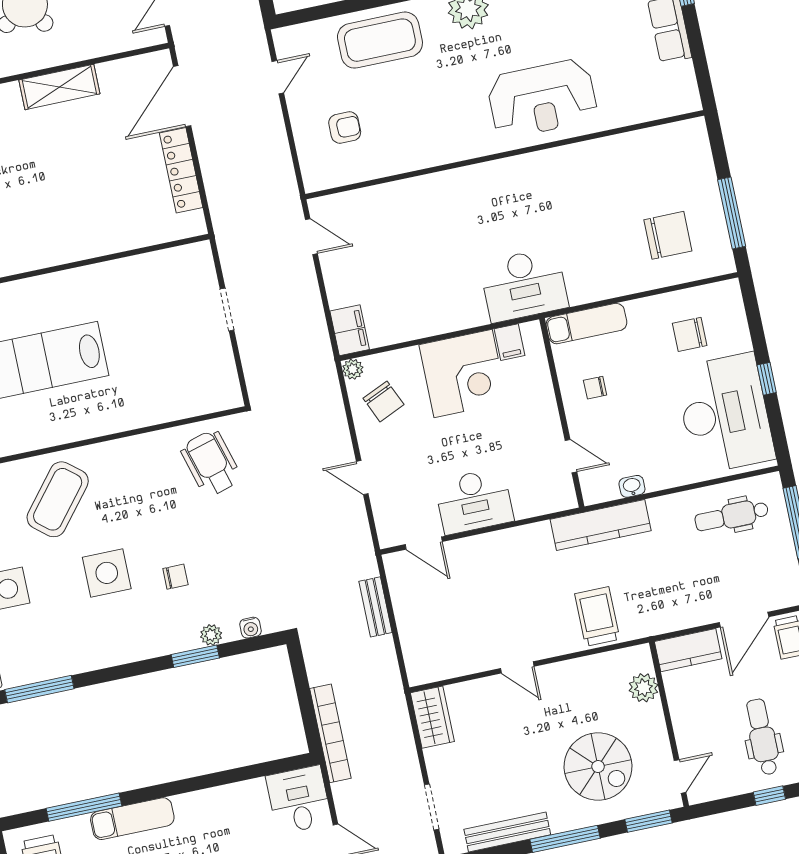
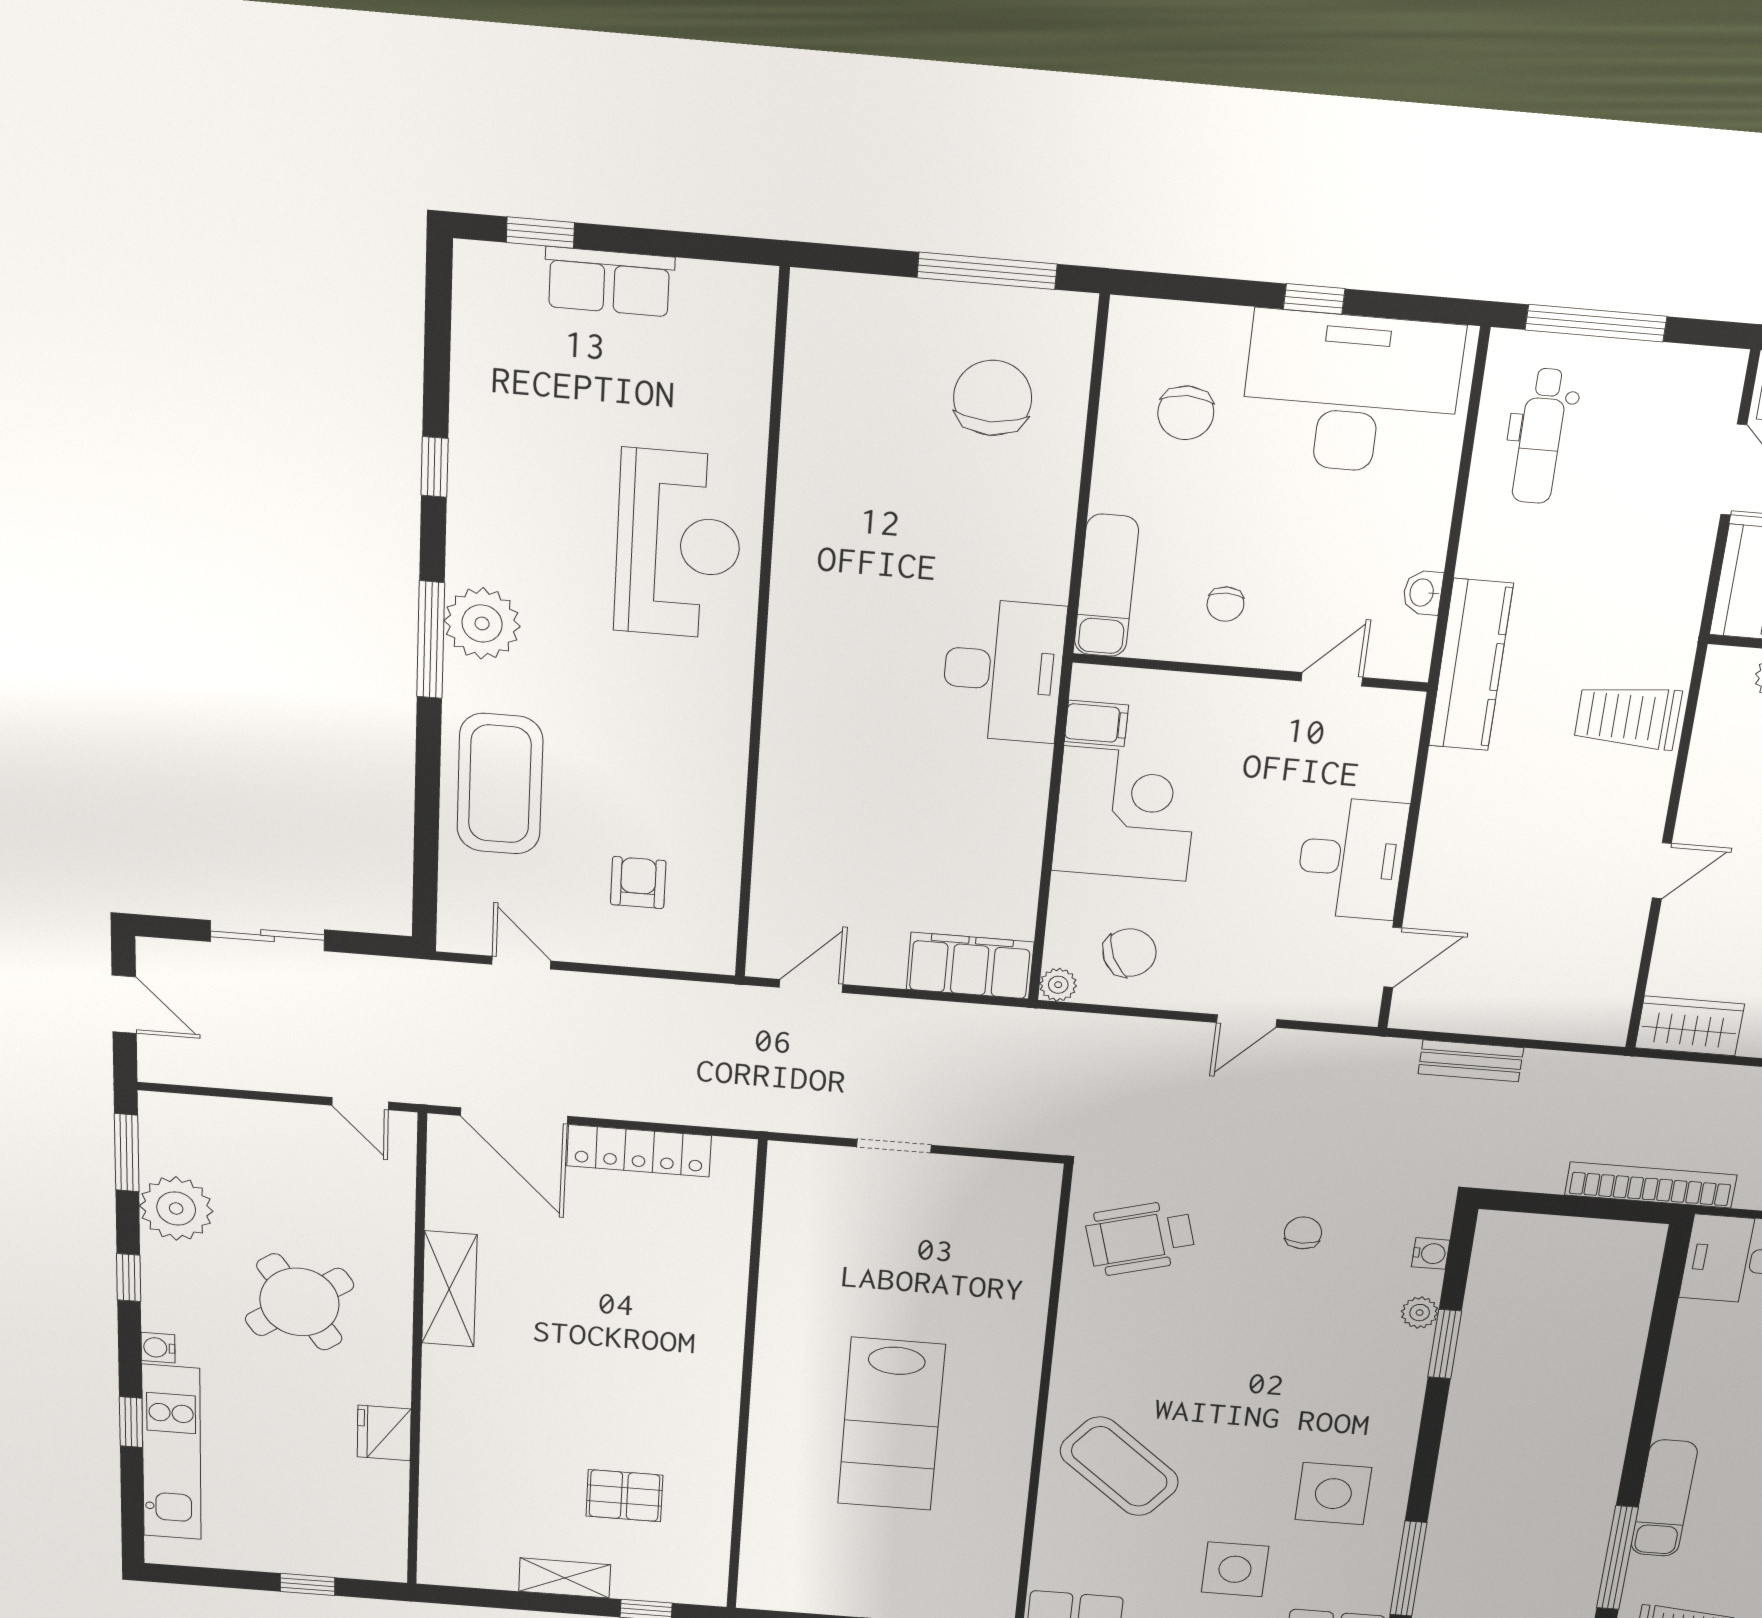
filing cabinet: (350, 330) -> (970, 966), width x1.50, depth x1.17
side table: (107, 573) -> (1333, 1494), moved
chair: (175, 577) -> (1303, 1233), moved

